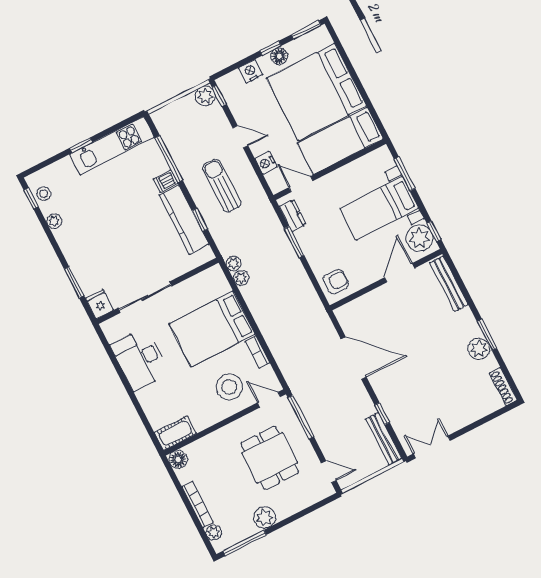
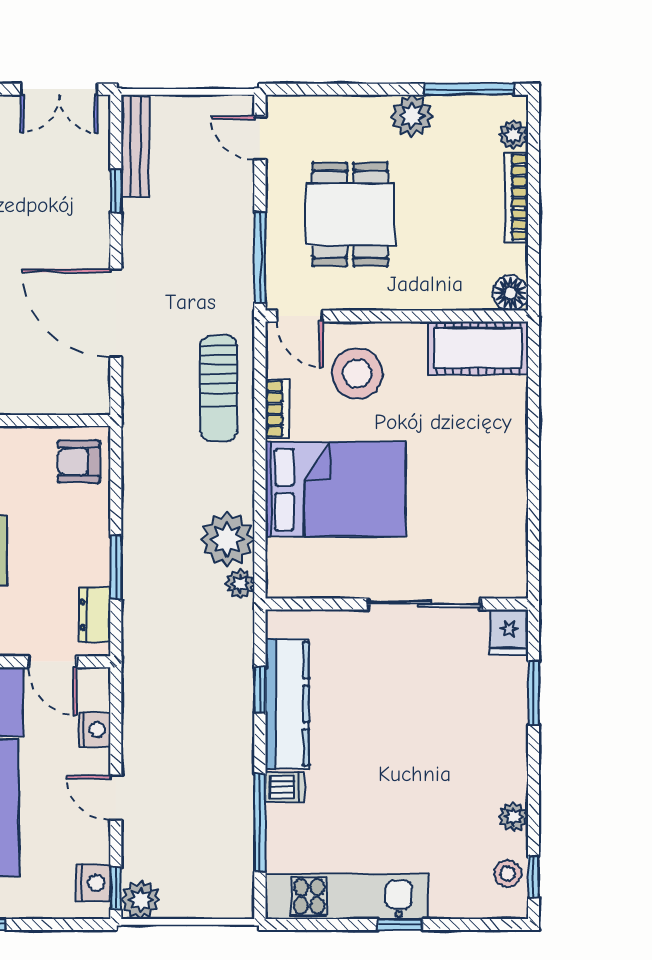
nightstand: (250, 71) -> (94, 883), moved, turned -90
sun lounger: (222, 186) -> (219, 388), moved
plant: (241, 278) -> (227, 539), width x1.87, depth x1.87
desk: (140, 359) -> (488, 501), removed
cot: (175, 433) -> (478, 348), width x1.37, depth x1.34

